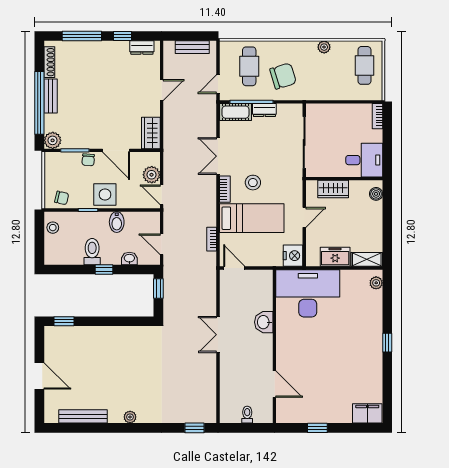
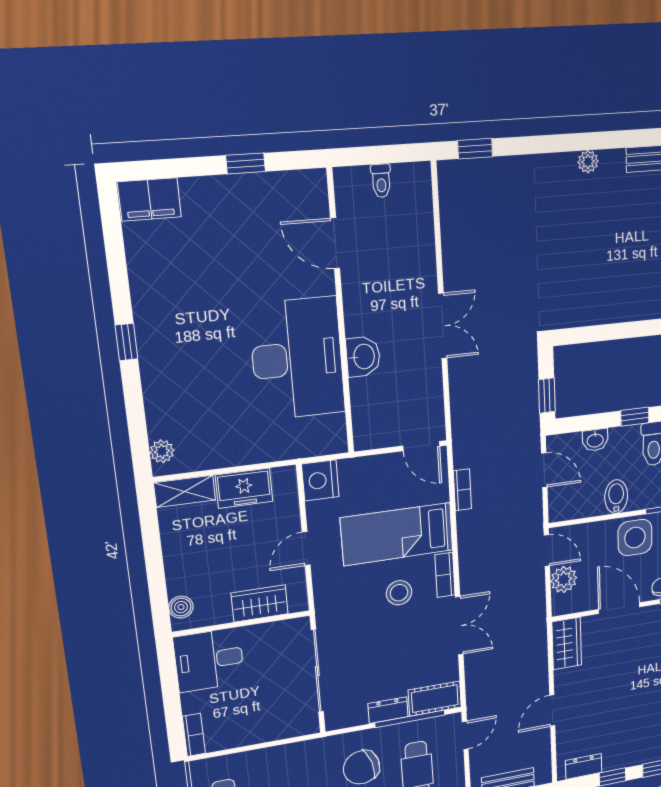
desk: (308, 293) -> (297, 359), moved, turned -90

